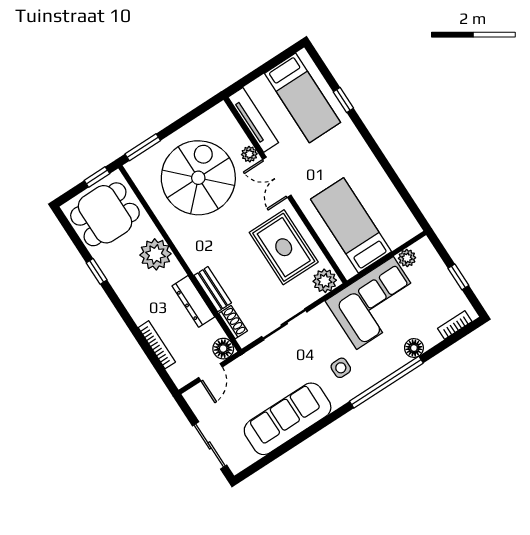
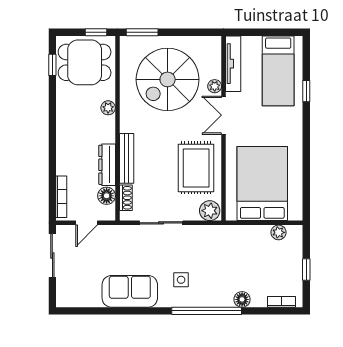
spiral stairs: (198, 178) -> (168, 79), turned 180
bed: (351, 225) -> (262, 184), width x1.50
plant: (155, 254) -> (108, 108), width x0.53, depth x0.53
window: (97, 271) -> (52, 65), moved
bench: (213, 289) -> (127, 158), width x1.36
corner sofa: (375, 303) -> (235, 250), removed
bookcase: (157, 345) -> (61, 197), moved
floor lamp: (223, 349) -> (107, 196), moved
sofa: (288, 419) -> (130, 291), width x0.73
sliding door: (210, 445) -> (52, 256), moved

